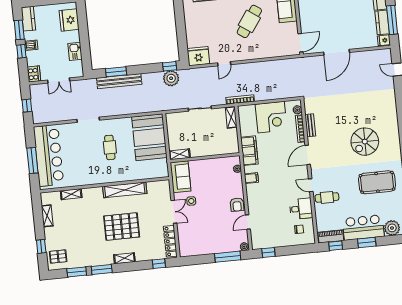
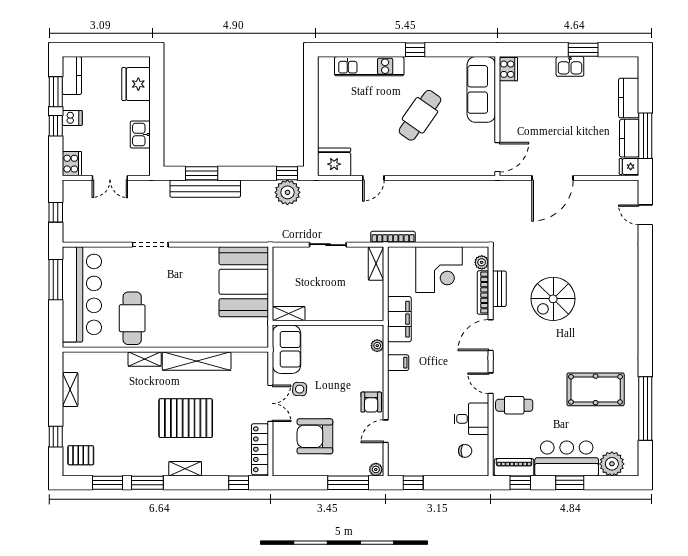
spiral stairs: (365, 142) -> (553, 299), moved
cafe table: (110, 147) -> (132, 318), moved, width x1.37, depth x1.35
window: (32, 160) -> (56, 280), moved
shelving: (71, 194) -> (145, 359), moved
armchair: (204, 230) -> (315, 436), added

